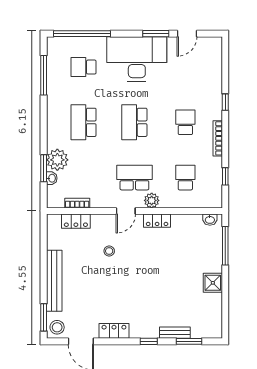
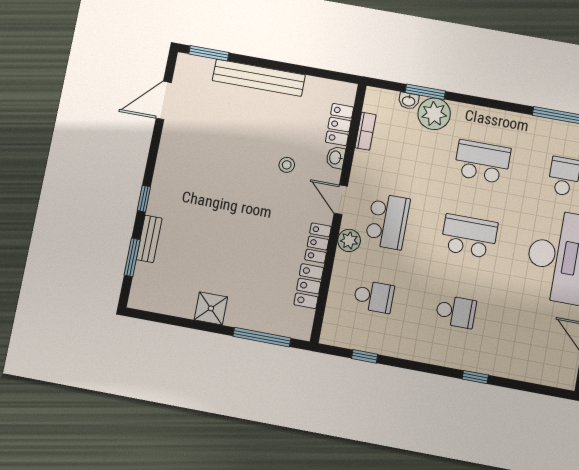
bookcase: (218, 138) -> (423, 356), removed
washbasin: (210, 220) -> (336, 158), moved
stool: (57, 327) -> (191, 70), removed
locker: (114, 331) -> (309, 286), moved, turned 180

